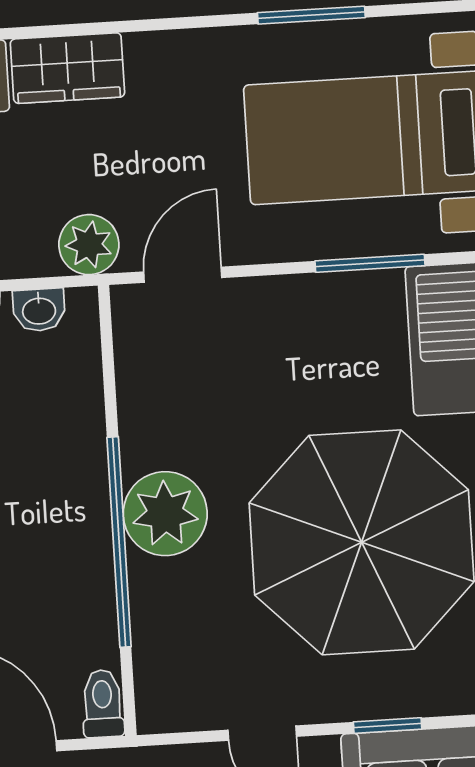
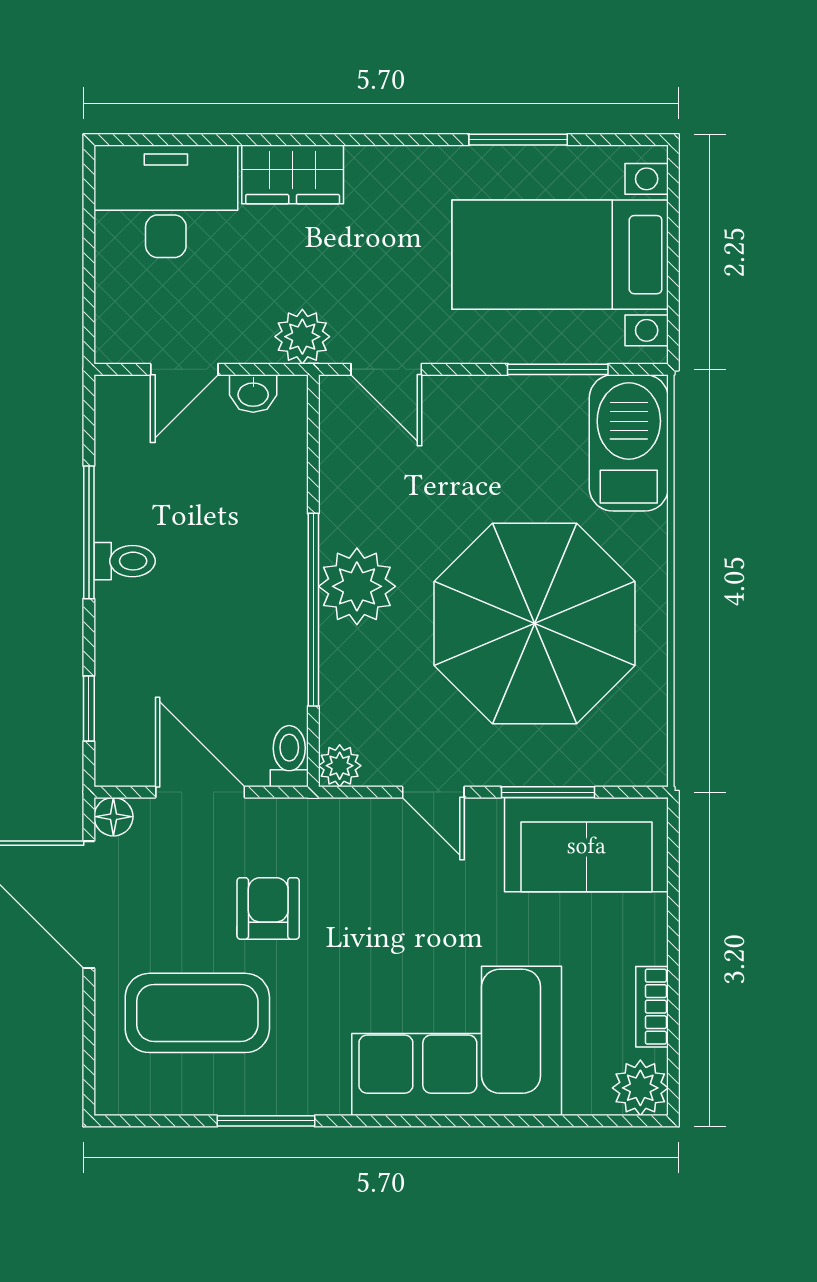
door: (183, 275) -> (386, 369), swing flipped
plant: (158, 711) -> (340, 766), added
window: (388, 725) -> (548, 792), width x1.50

